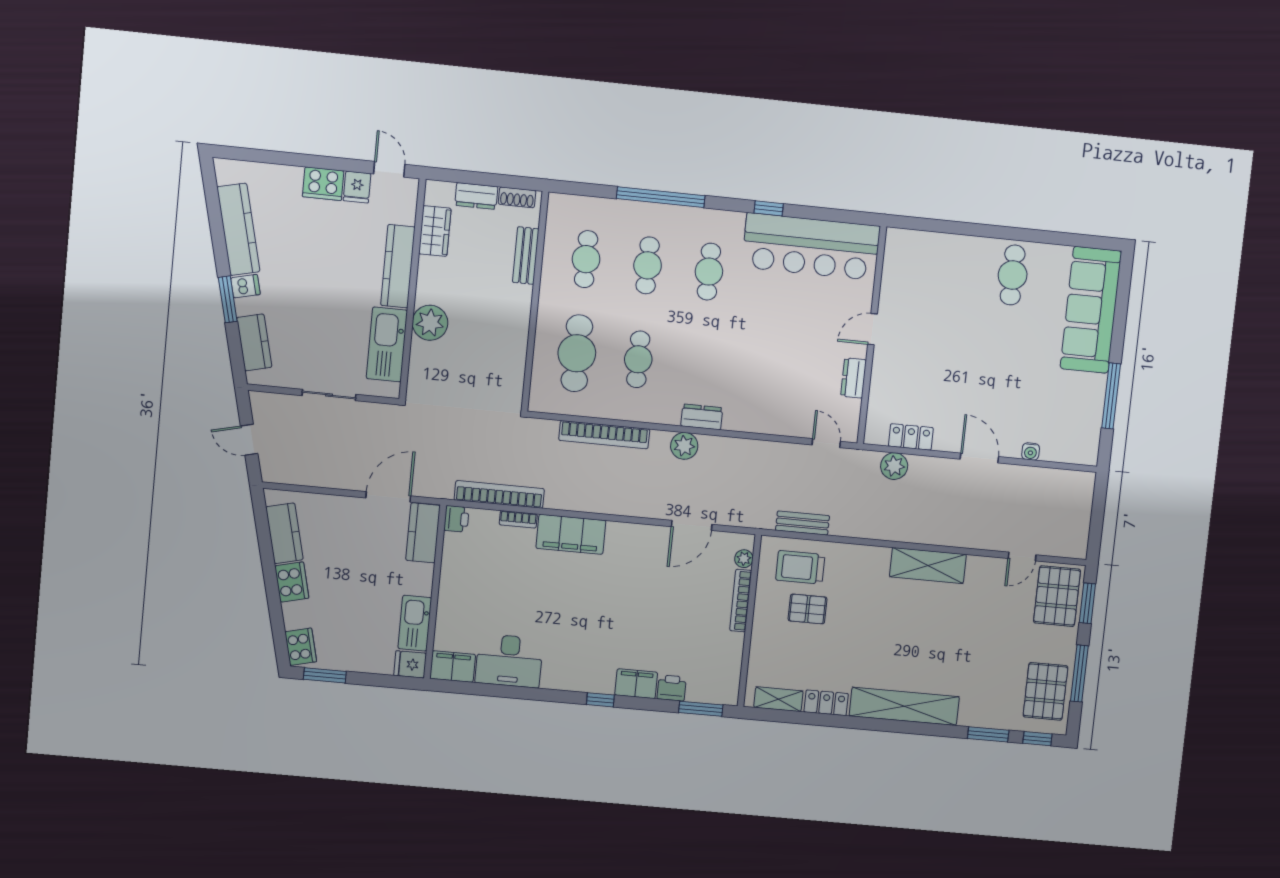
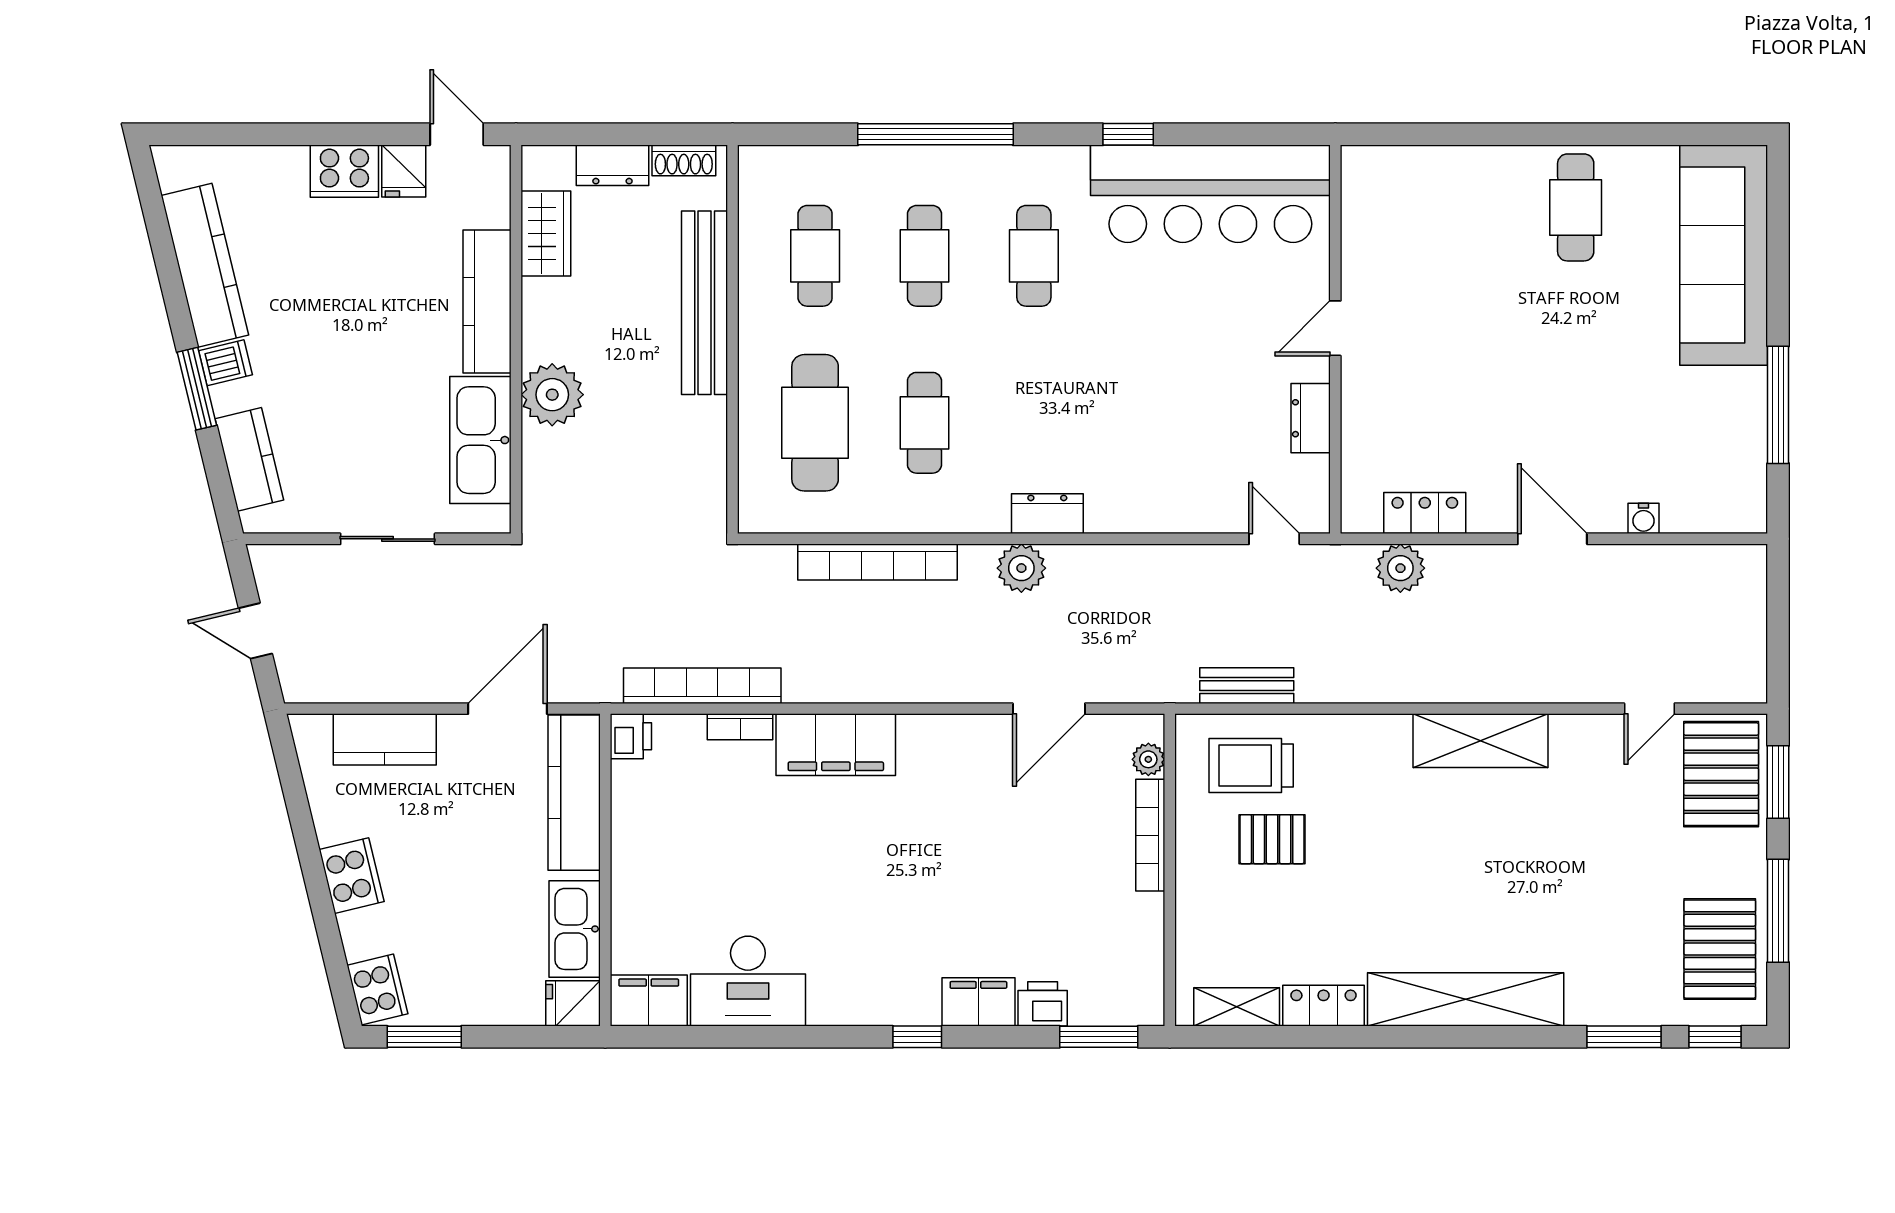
bench: (526, 256) -> (705, 303), width x1.86, depth x1.21
kitchen counter: (284, 533) -> (385, 739), moved, turned 104
kitchen counter: (423, 533) -> (574, 793), width x1.50

